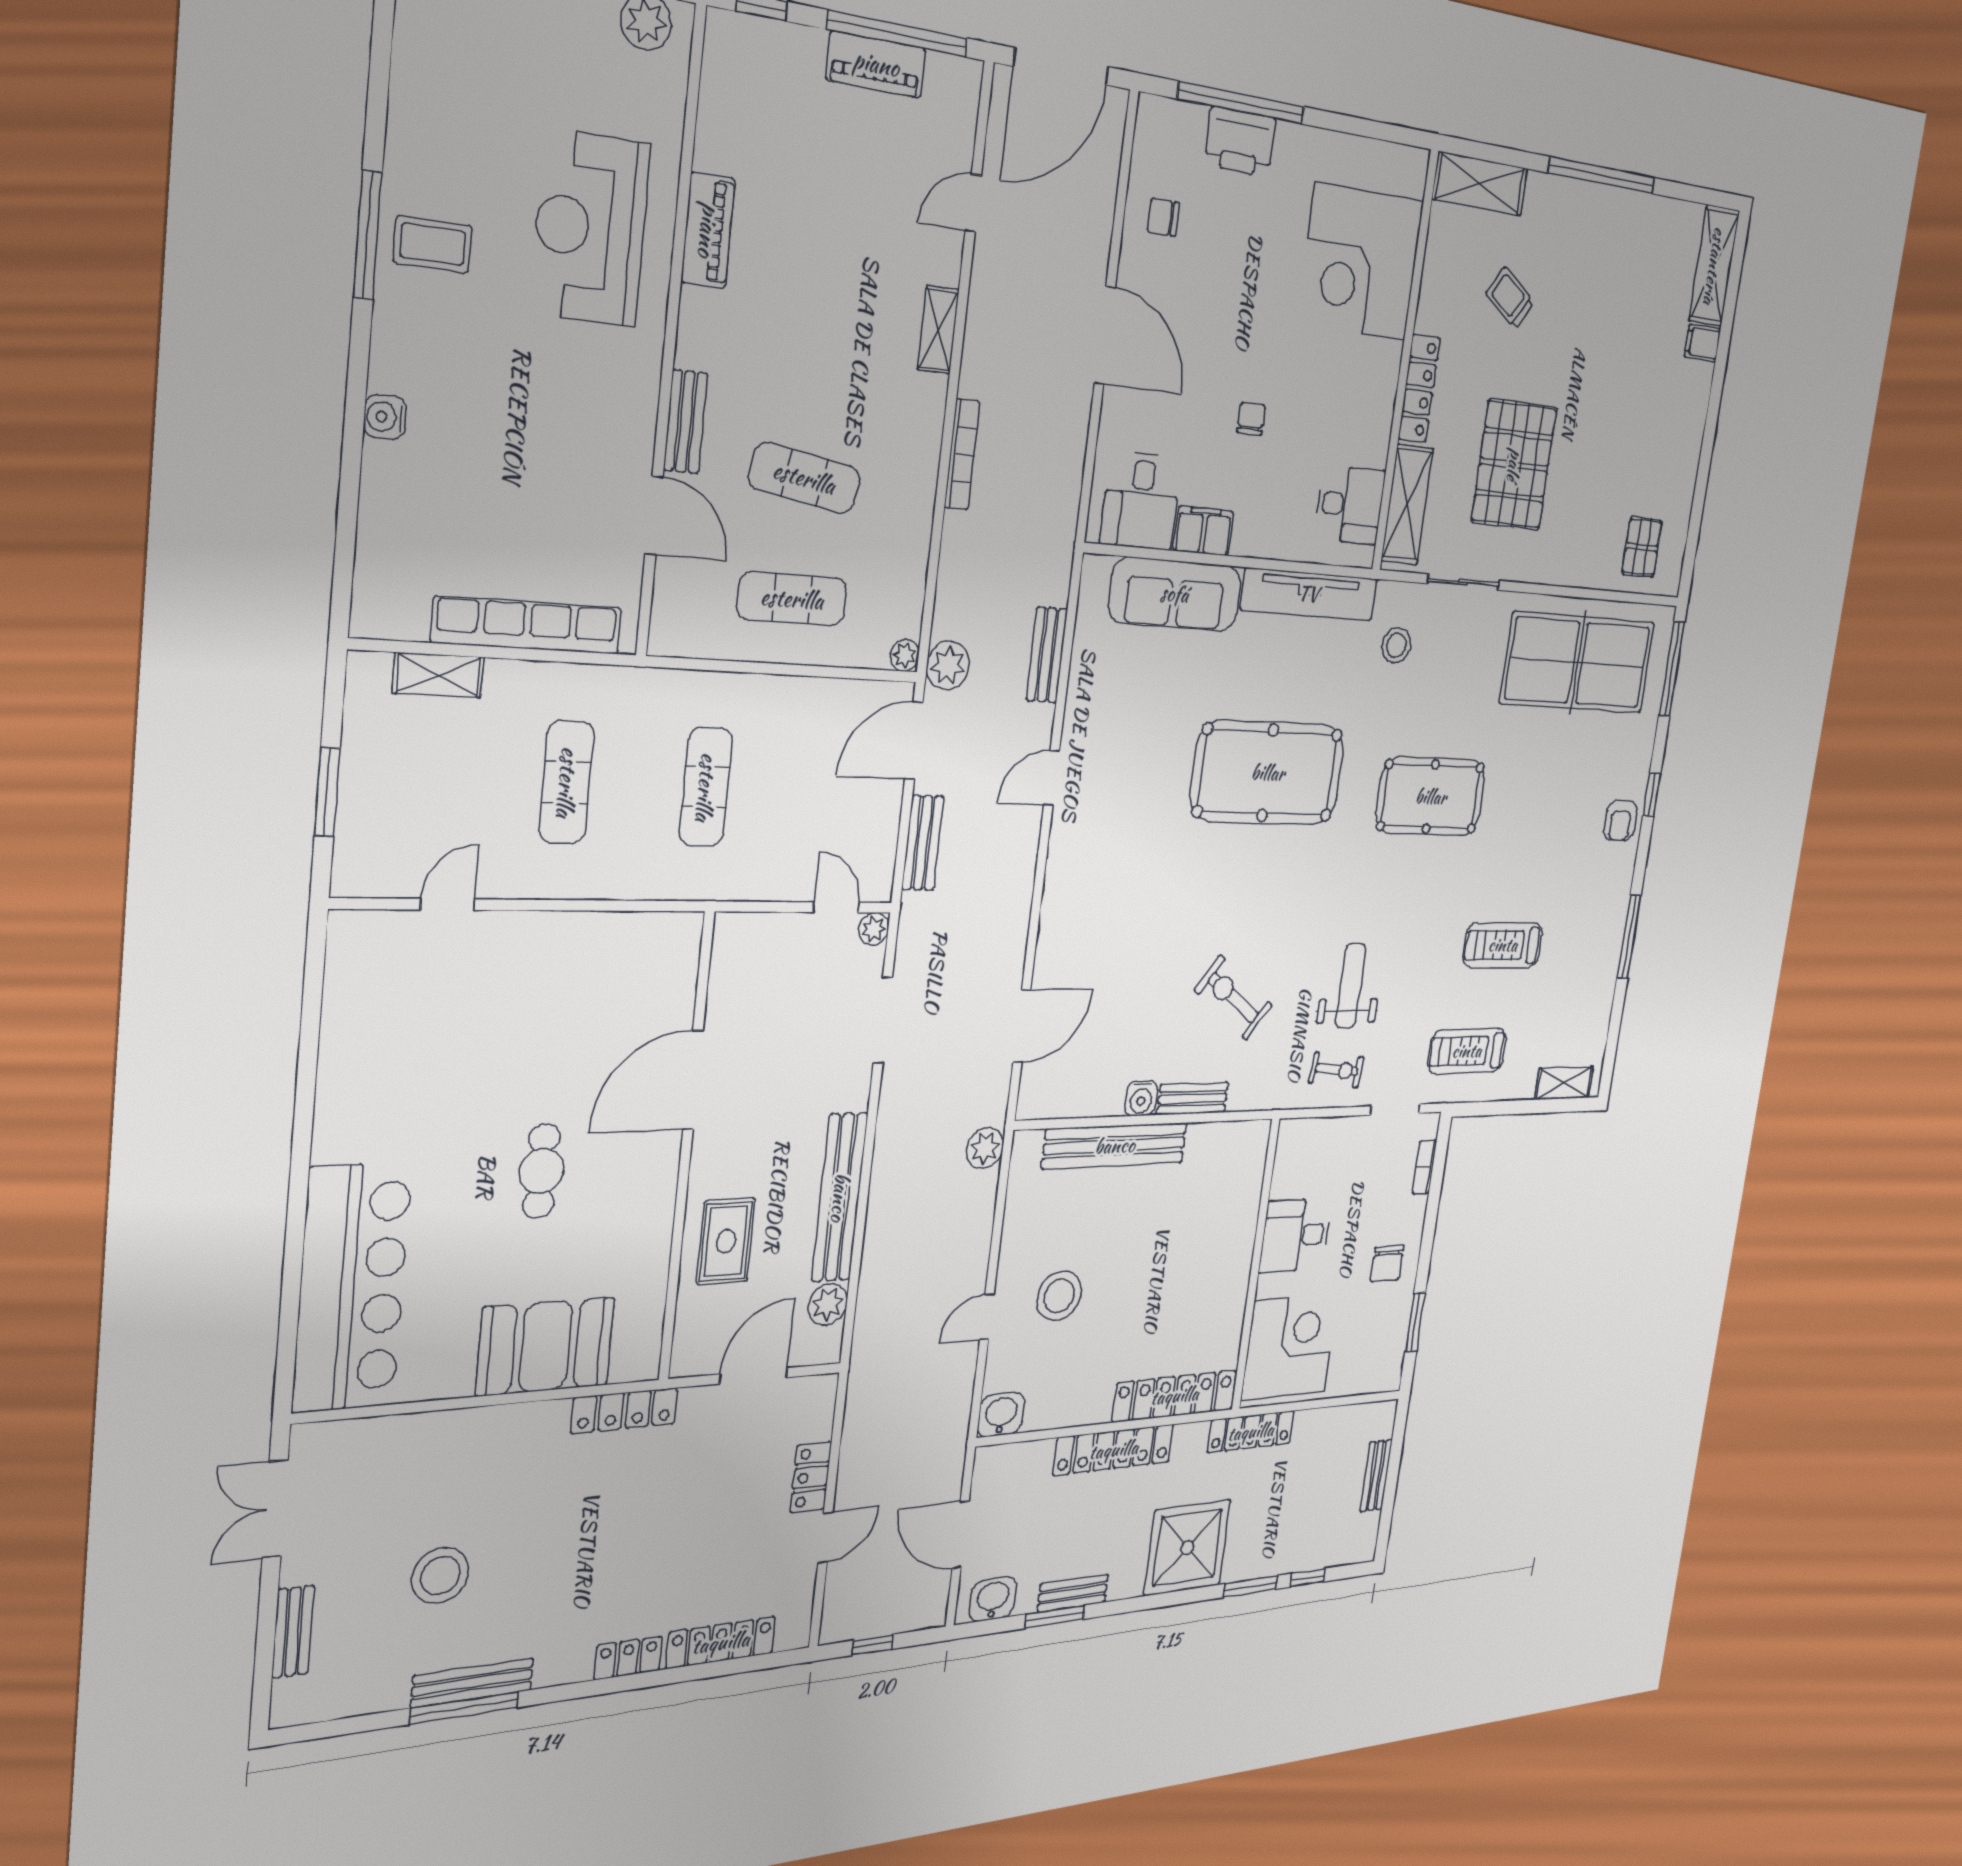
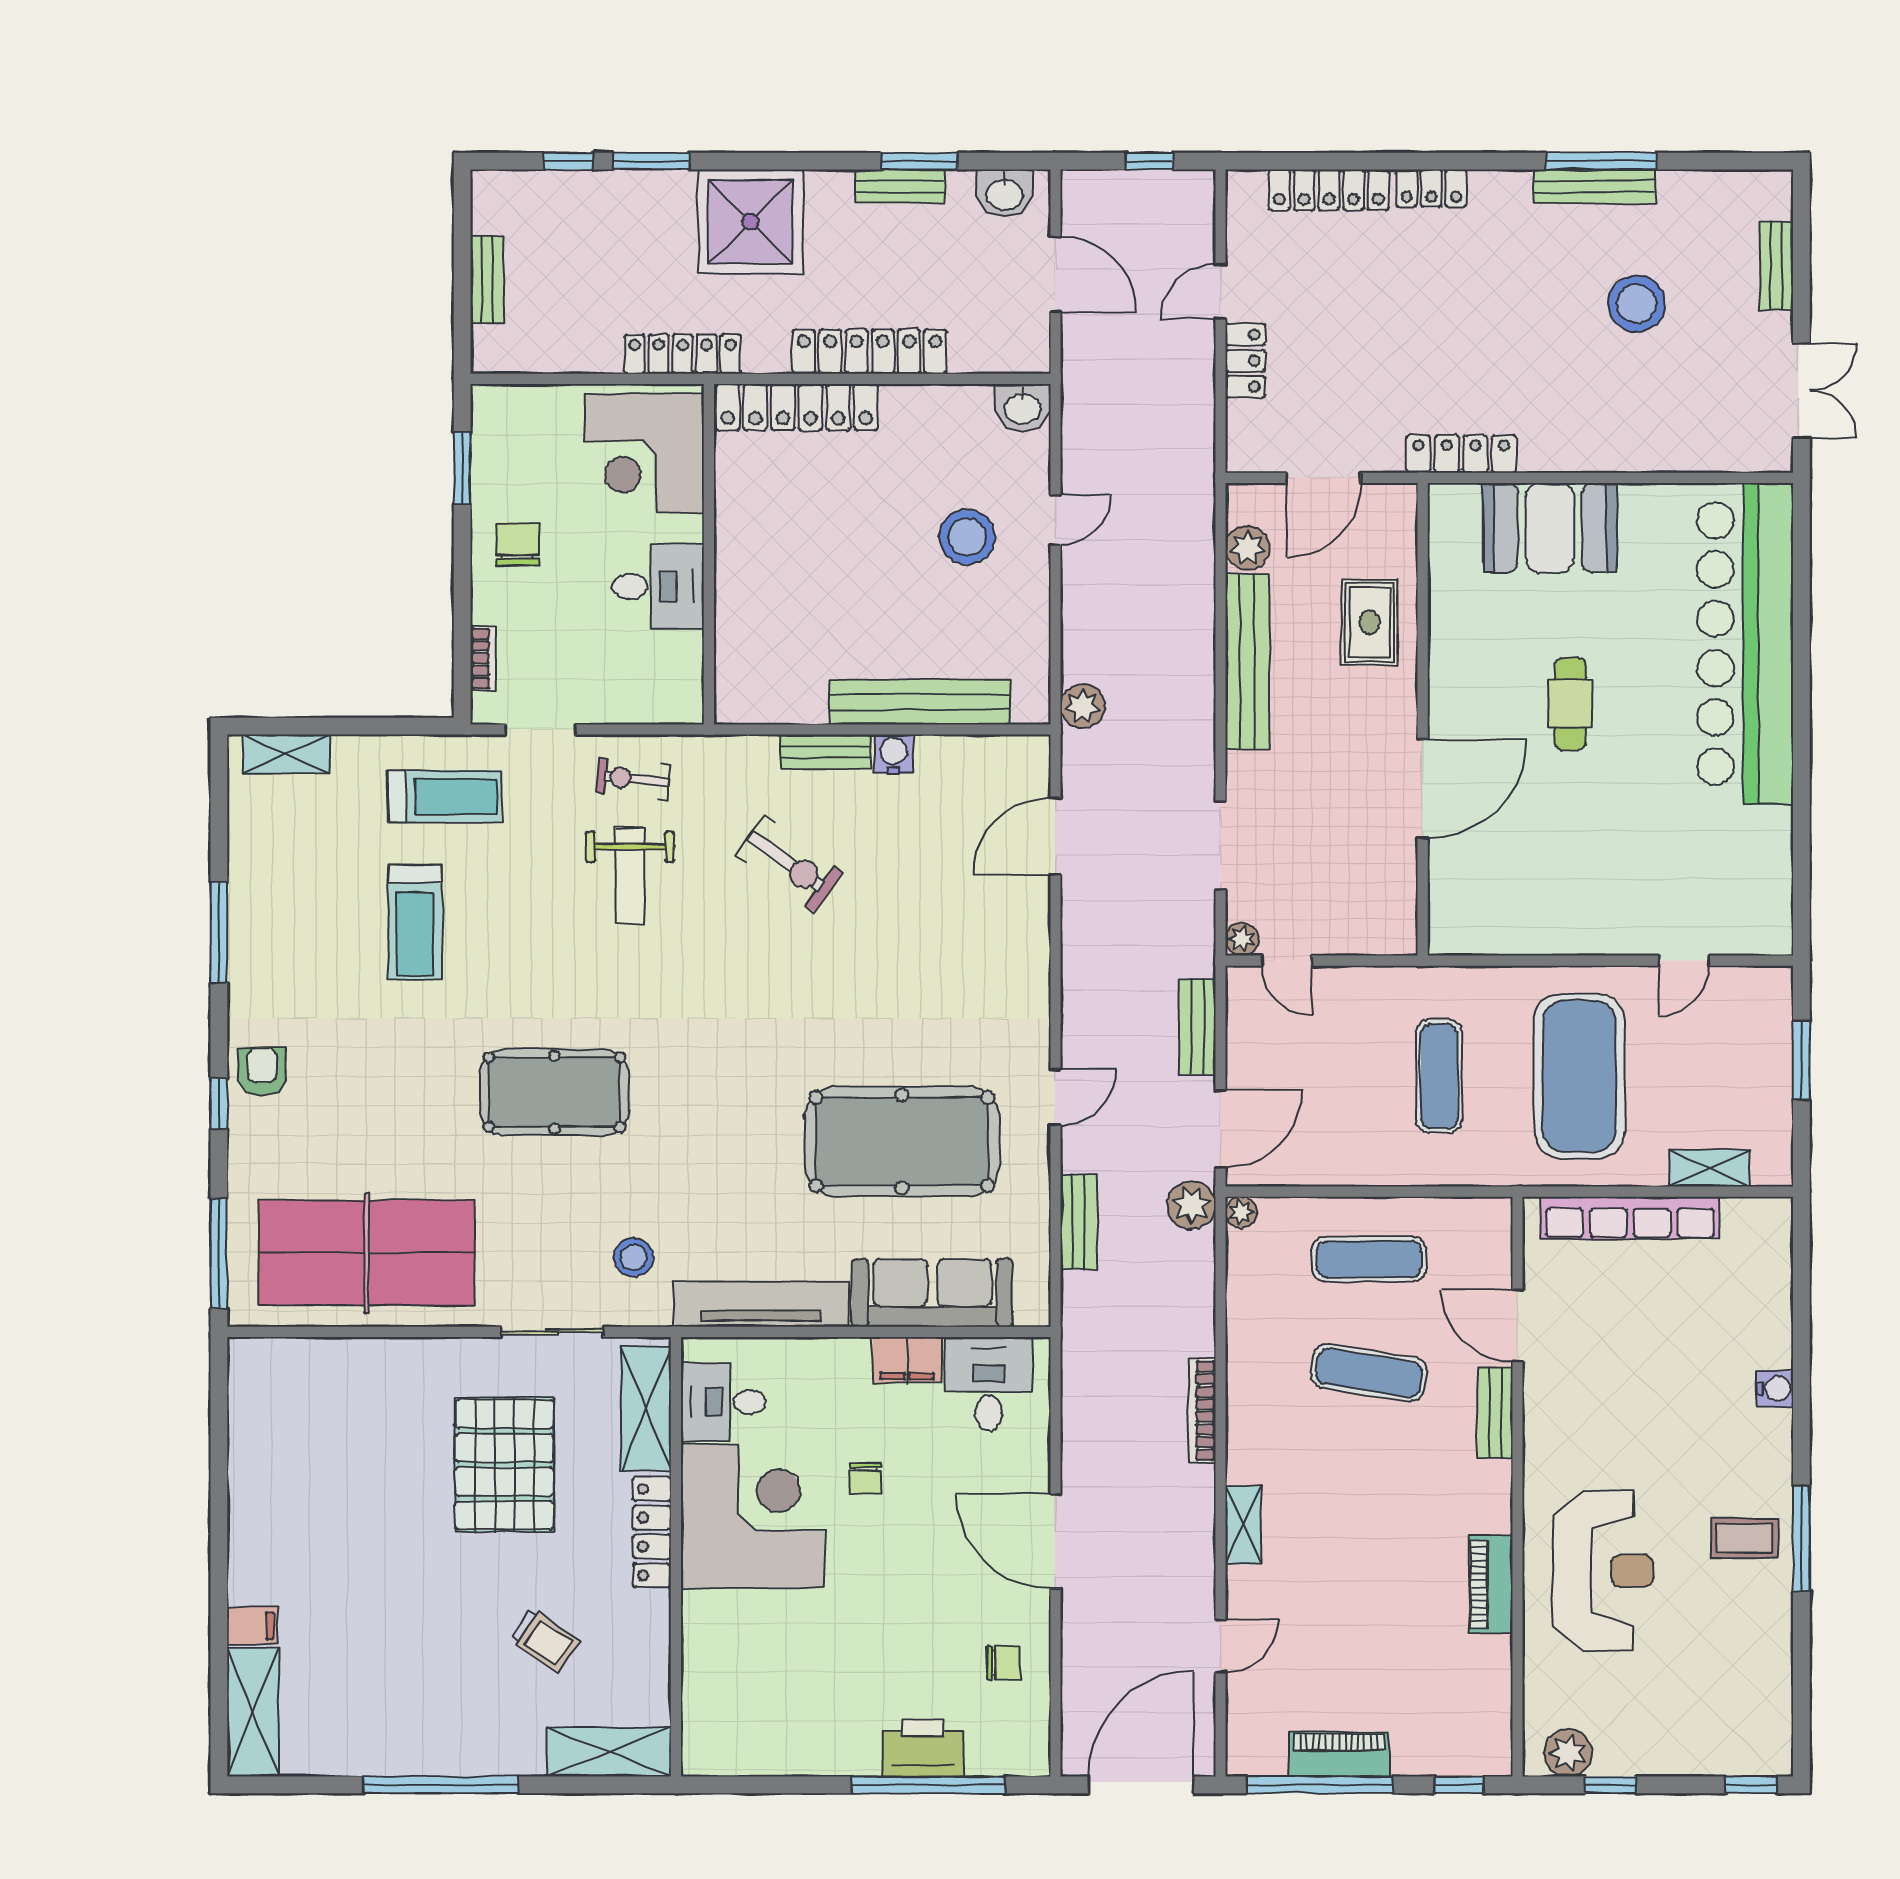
corner desk: (1361, 262) -> (753, 1517), moved
pallet: (1642, 547) -> (296, 1390), removed
pool table: (1268, 773) -> (902, 1141), moved
exercise mat: (567, 782) -> (1579, 1076), width x2.00, depth x1.45
treadmill: (1503, 945) -> (415, 922), turned 90
bar counter: (352, 1287) -> (1745, 644), width x1.36

